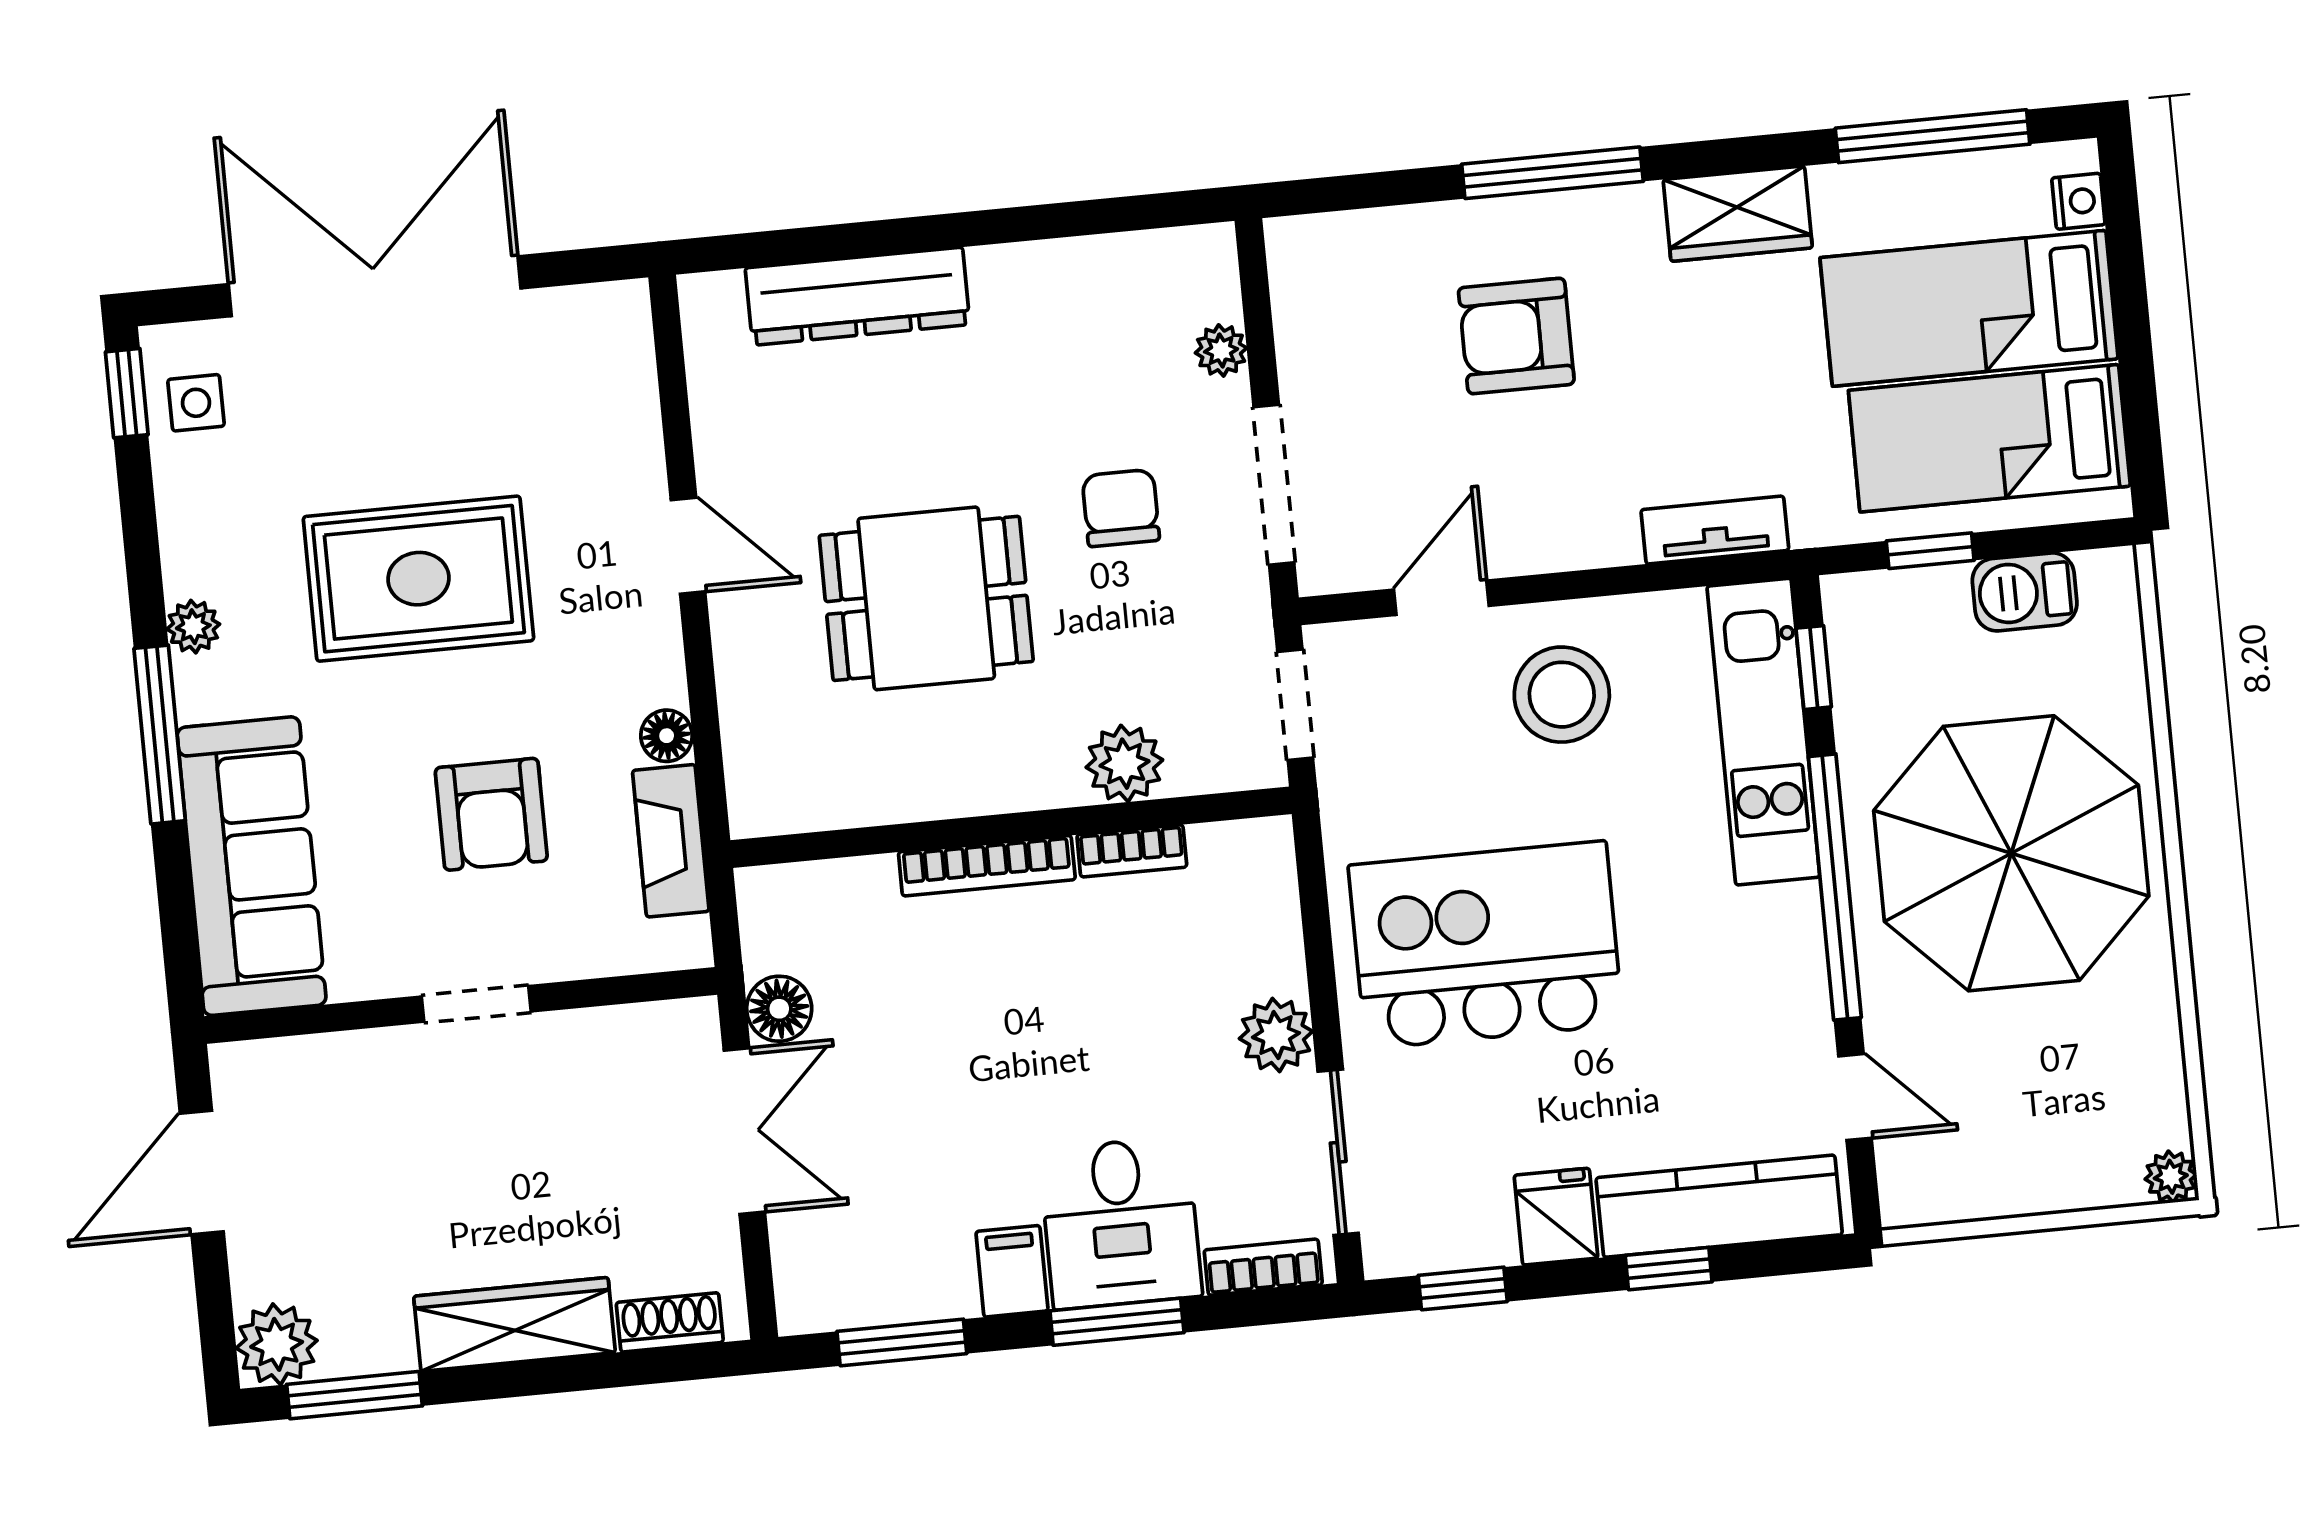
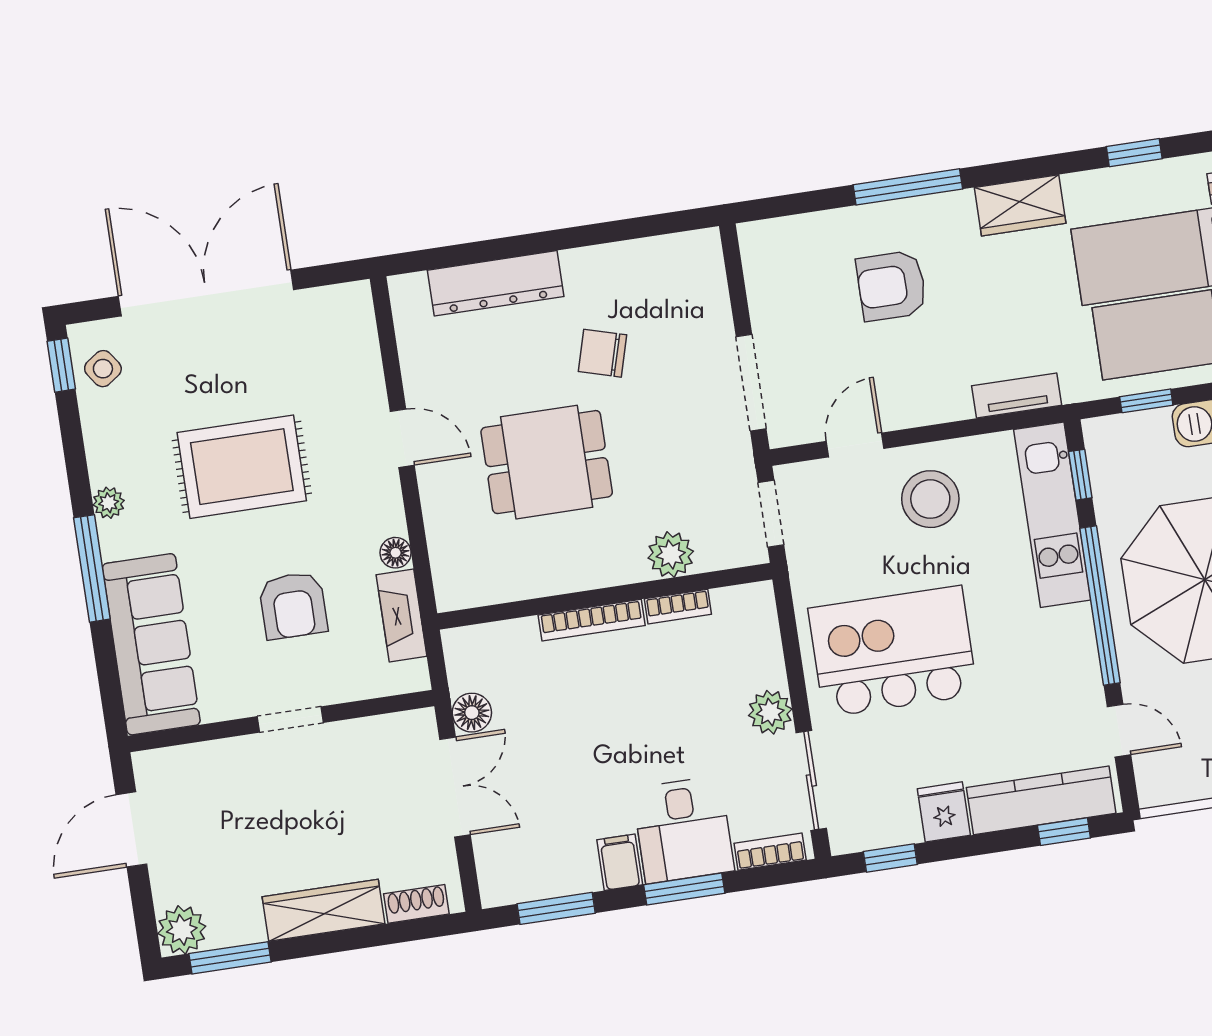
window: (1933, 136) -> (1134, 153), width x0.46
plant: (1221, 350) -> (715, 304), removed
side table: (196, 403) -> (103, 369), turned -35
chair: (1121, 508) -> (603, 353), moved, turned -74
window: (1669, 1269) -> (1064, 832), moved

